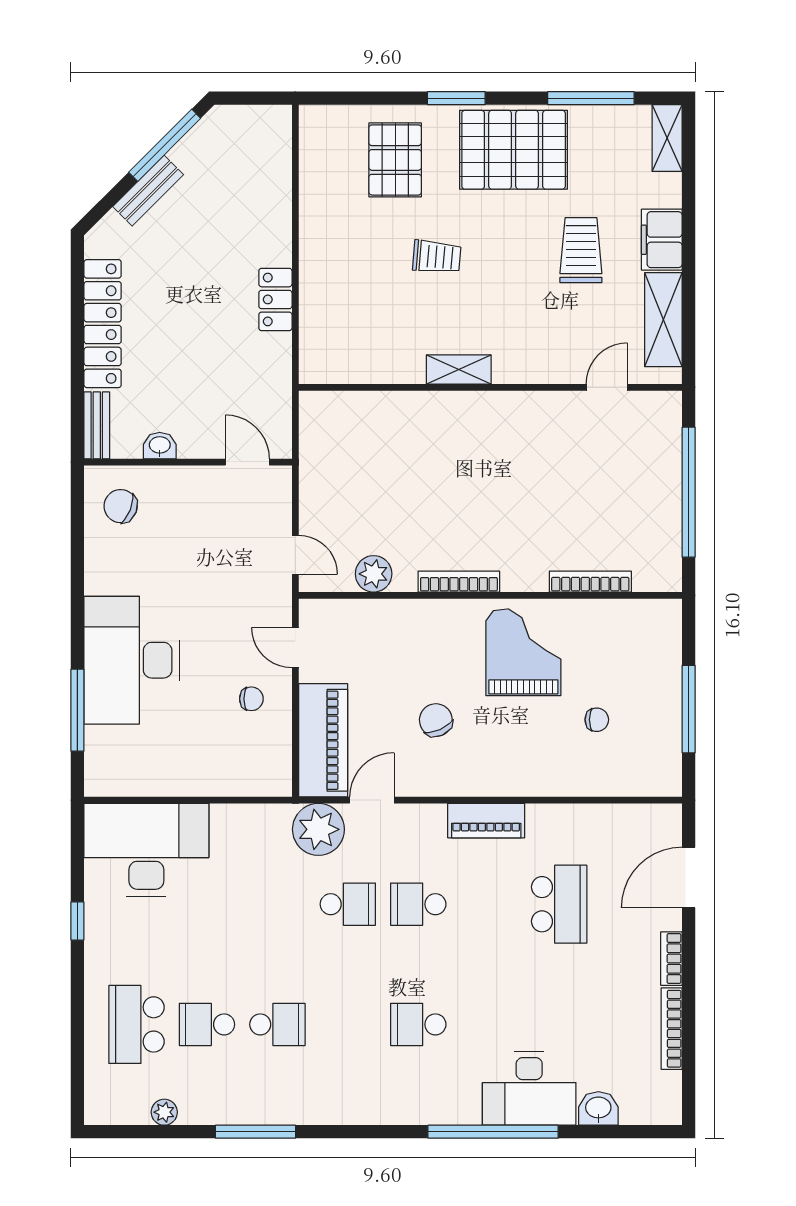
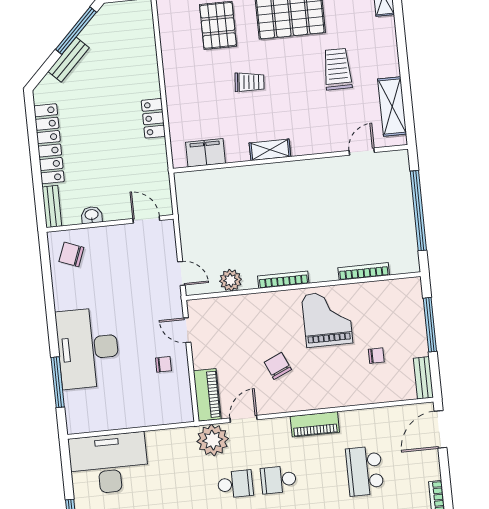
filing cabinet: (662, 240) -> (206, 153), moved, turned 90
window: (689, 709) -> (430, 325), moved
piano: (323, 740) -> (207, 395), width x0.73, depth x0.75
bench: (669, 763) -> (423, 378), added
door: (689, 877) -> (441, 429), moved
school desk: (559, 904) -> (365, 471), turned 180

